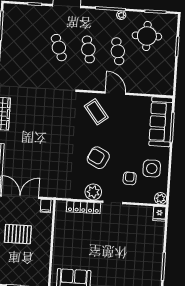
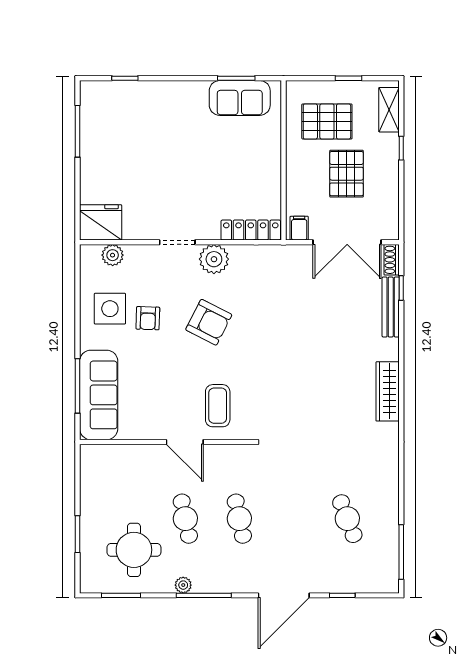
cafe table: (59, 48) -> (347, 519), moved
coffee table: (96, 112) -> (218, 406), turned 38
armchair: (130, 178) -> (148, 318), moved
plant: (161, 198) -> (113, 255), moved
locker: (83, 207) -> (251, 230), moved
fridge: (159, 214) -> (101, 222), width x1.88, depth x1.34
pallet: (18, 234) -> (347, 174), turned 90
pallet: (27, 263) -> (327, 121), added

